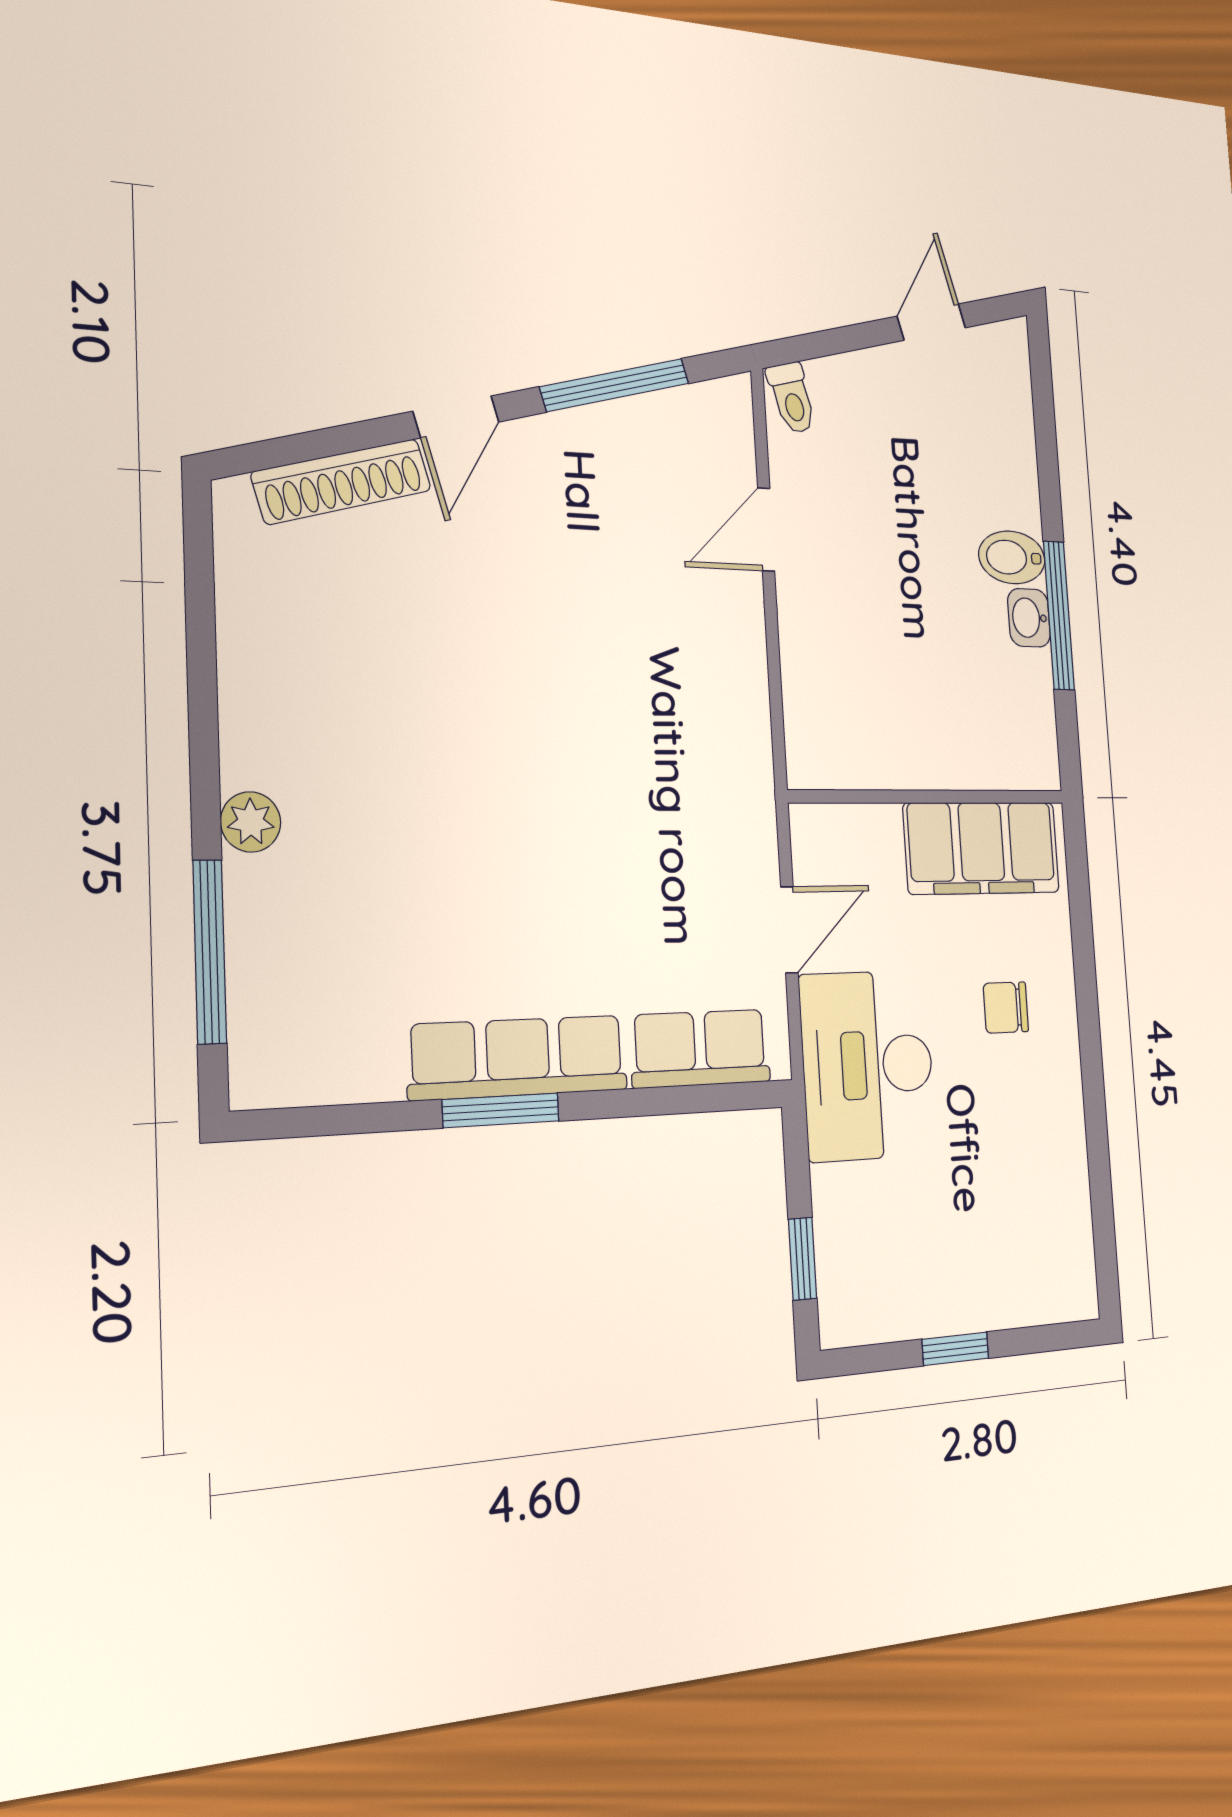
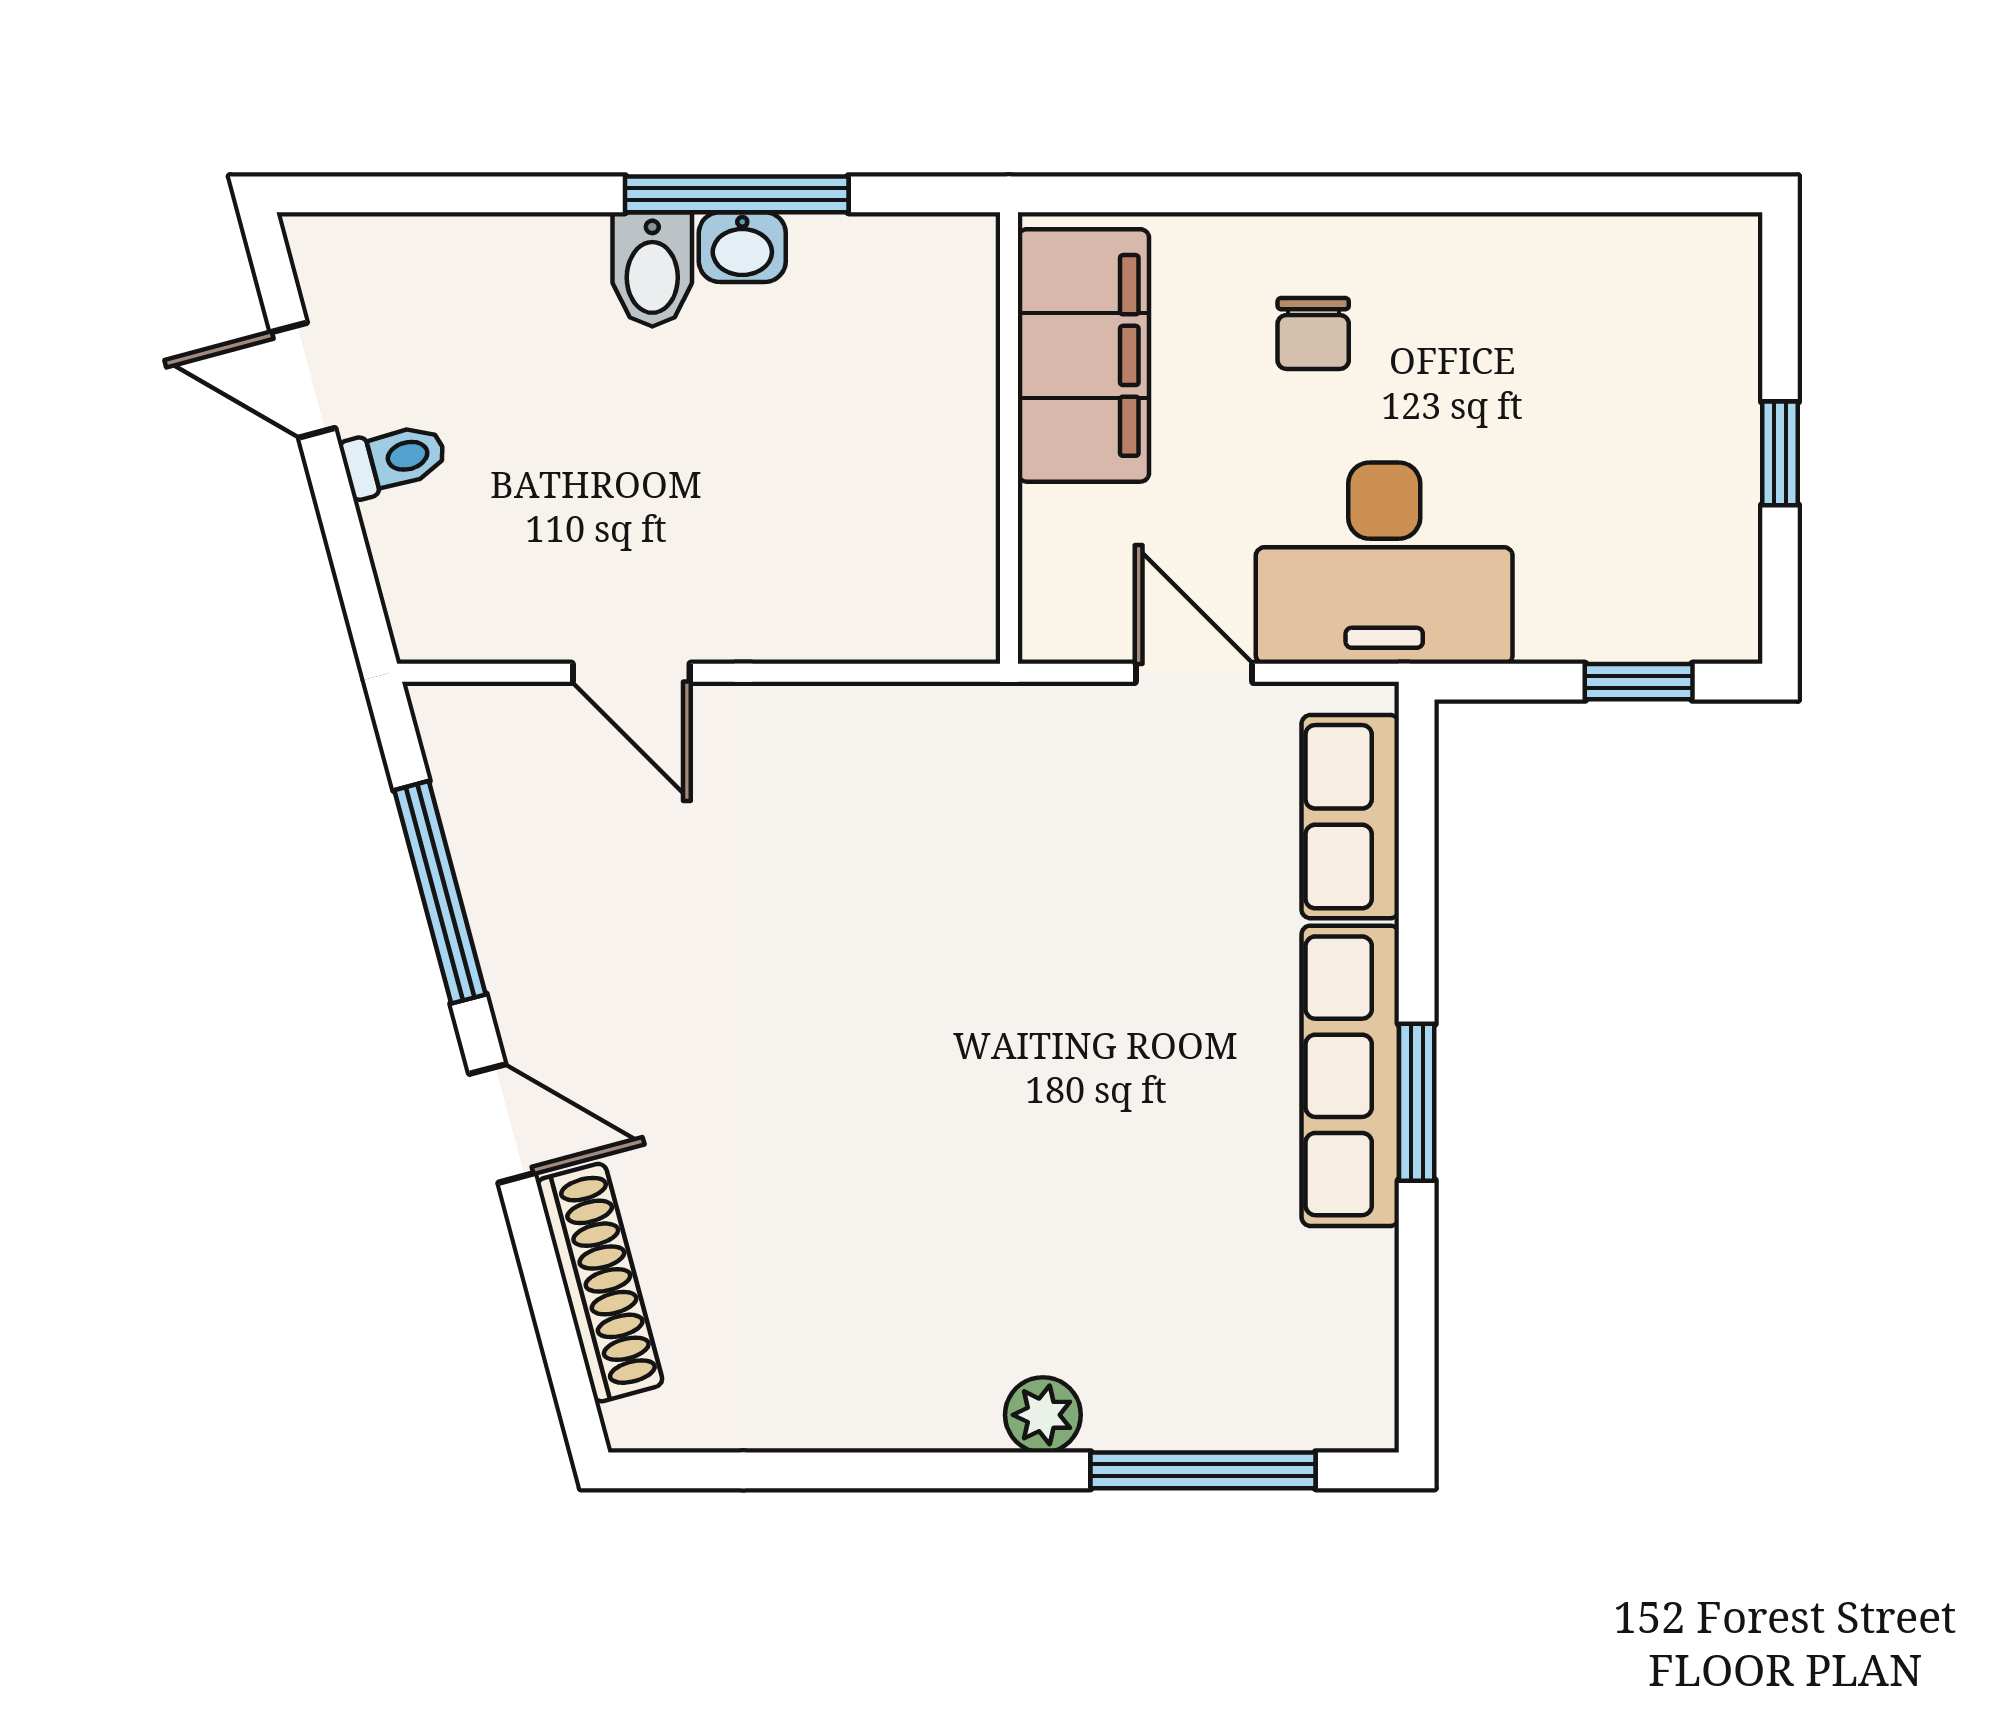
toilet: (792, 398) -> (394, 459), moved

